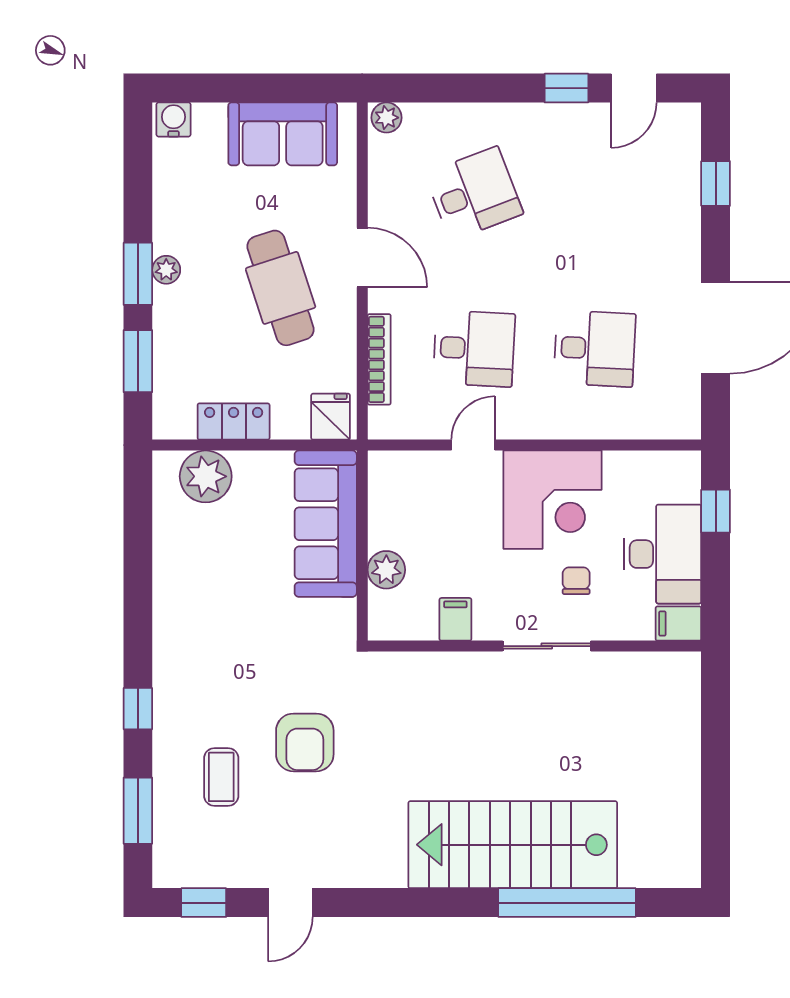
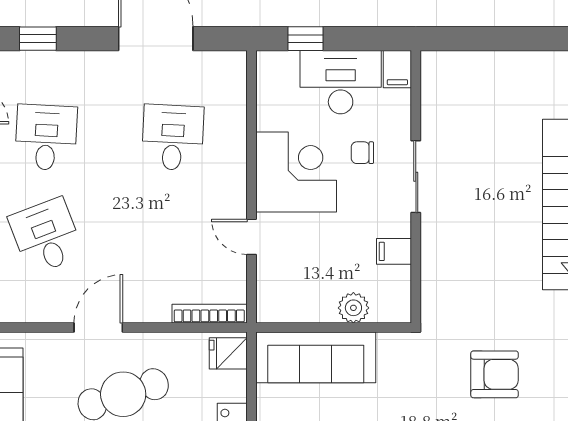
desk: (474, 349) -> (46, 137), moved
bookcase: (379, 359) -> (209, 314), moved

